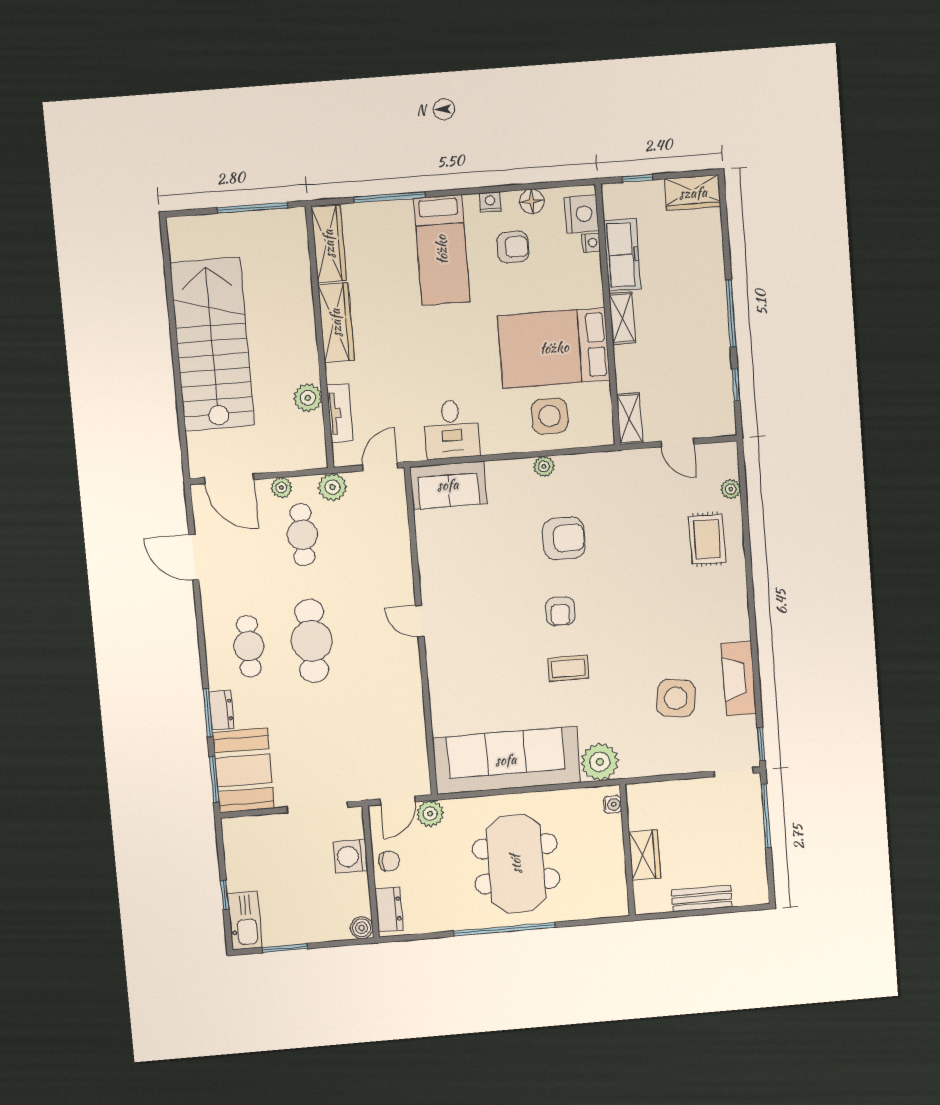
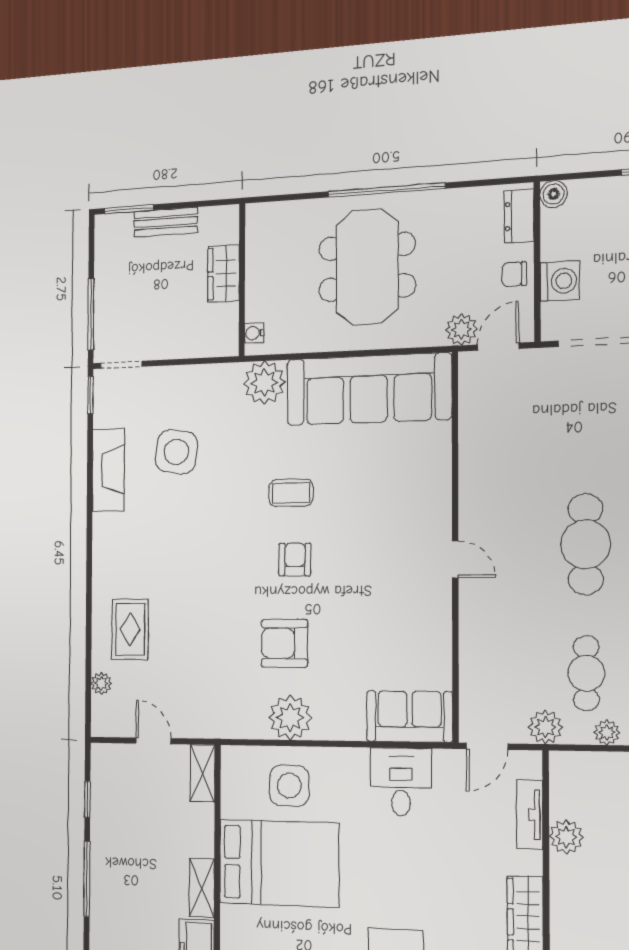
plant: (544, 466) -> (290, 718), width x1.87, depth x1.87
window: (737, 909) -> (129, 209), added

